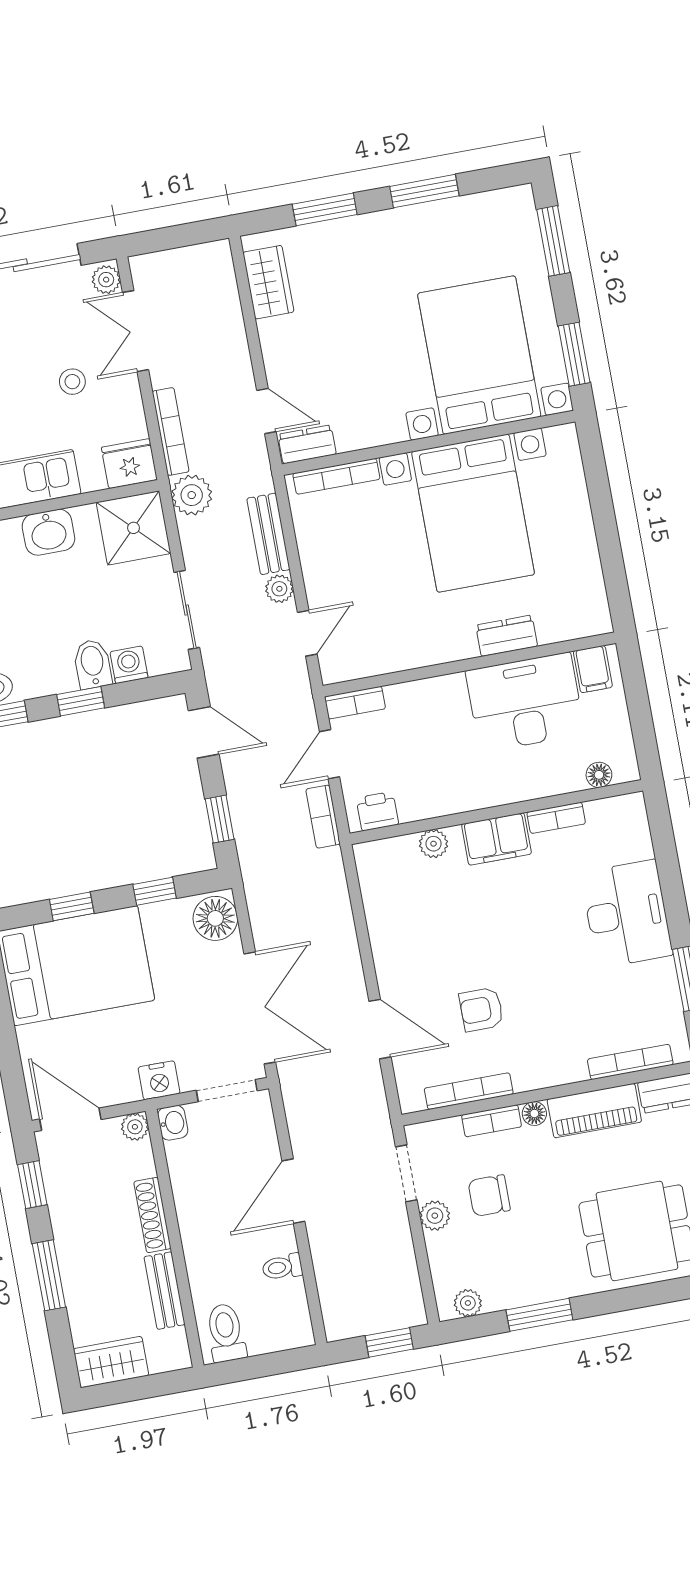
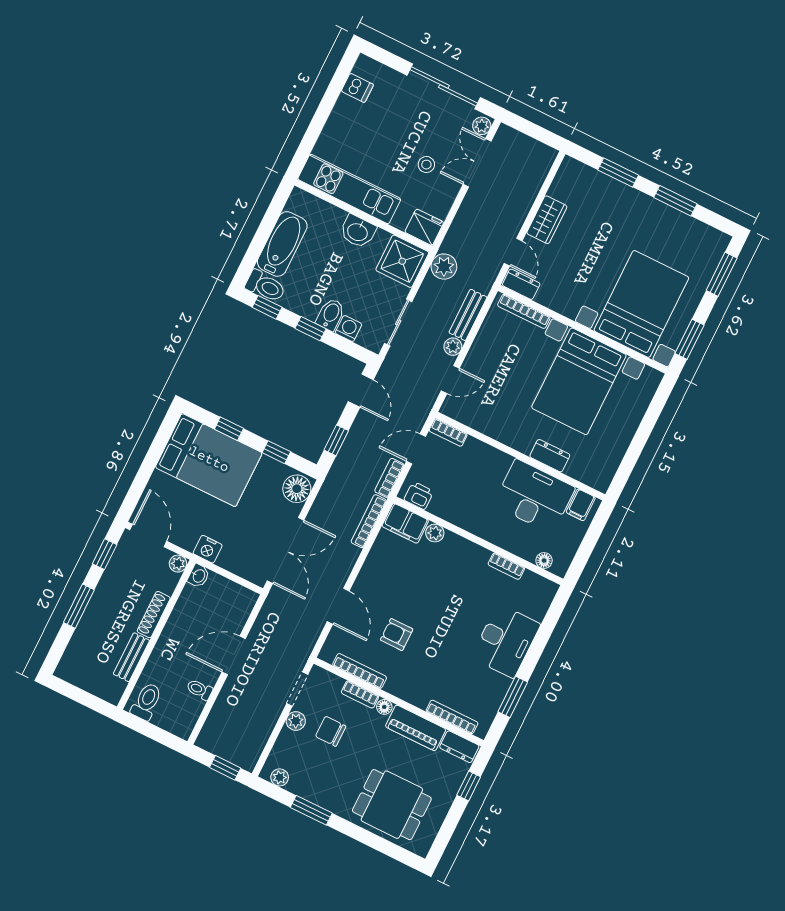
wardrobe: (268, 282) -> (547, 220), moved
bookcase: (171, 432) -> (369, 521), moved, turned 180
filing cabinet: (496, 839) -> (405, 523), moved
doorway: (227, 1091) -> (238, 580), removed
wardrobe: (111, 1362) -> (78, 673), removed

